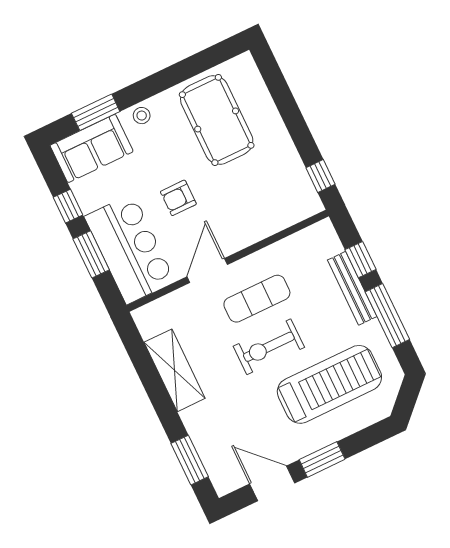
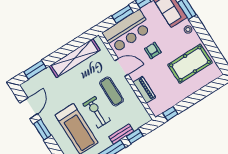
piano: (262, 227) -> (144, 90), added
bench: (352, 288) -> (121, 134), width x0.73
exercise bike: (269, 347) -> (97, 112), moved
shelving: (175, 370) -> (75, 58), width x1.47

